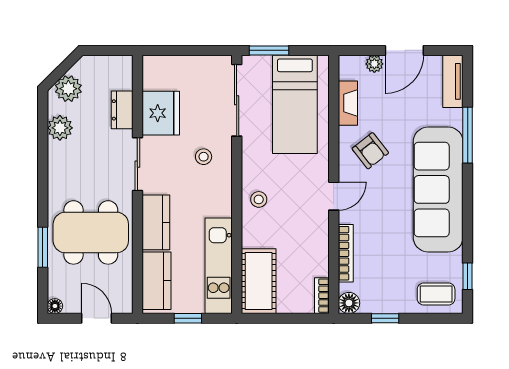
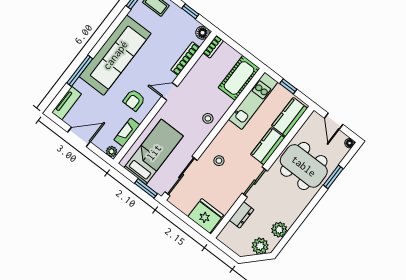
plant: (374, 64) -> (112, 151), moved
fridge: (161, 113) -> (206, 216), moved, turned 90
armchair: (370, 151) -> (134, 100), turned -142

